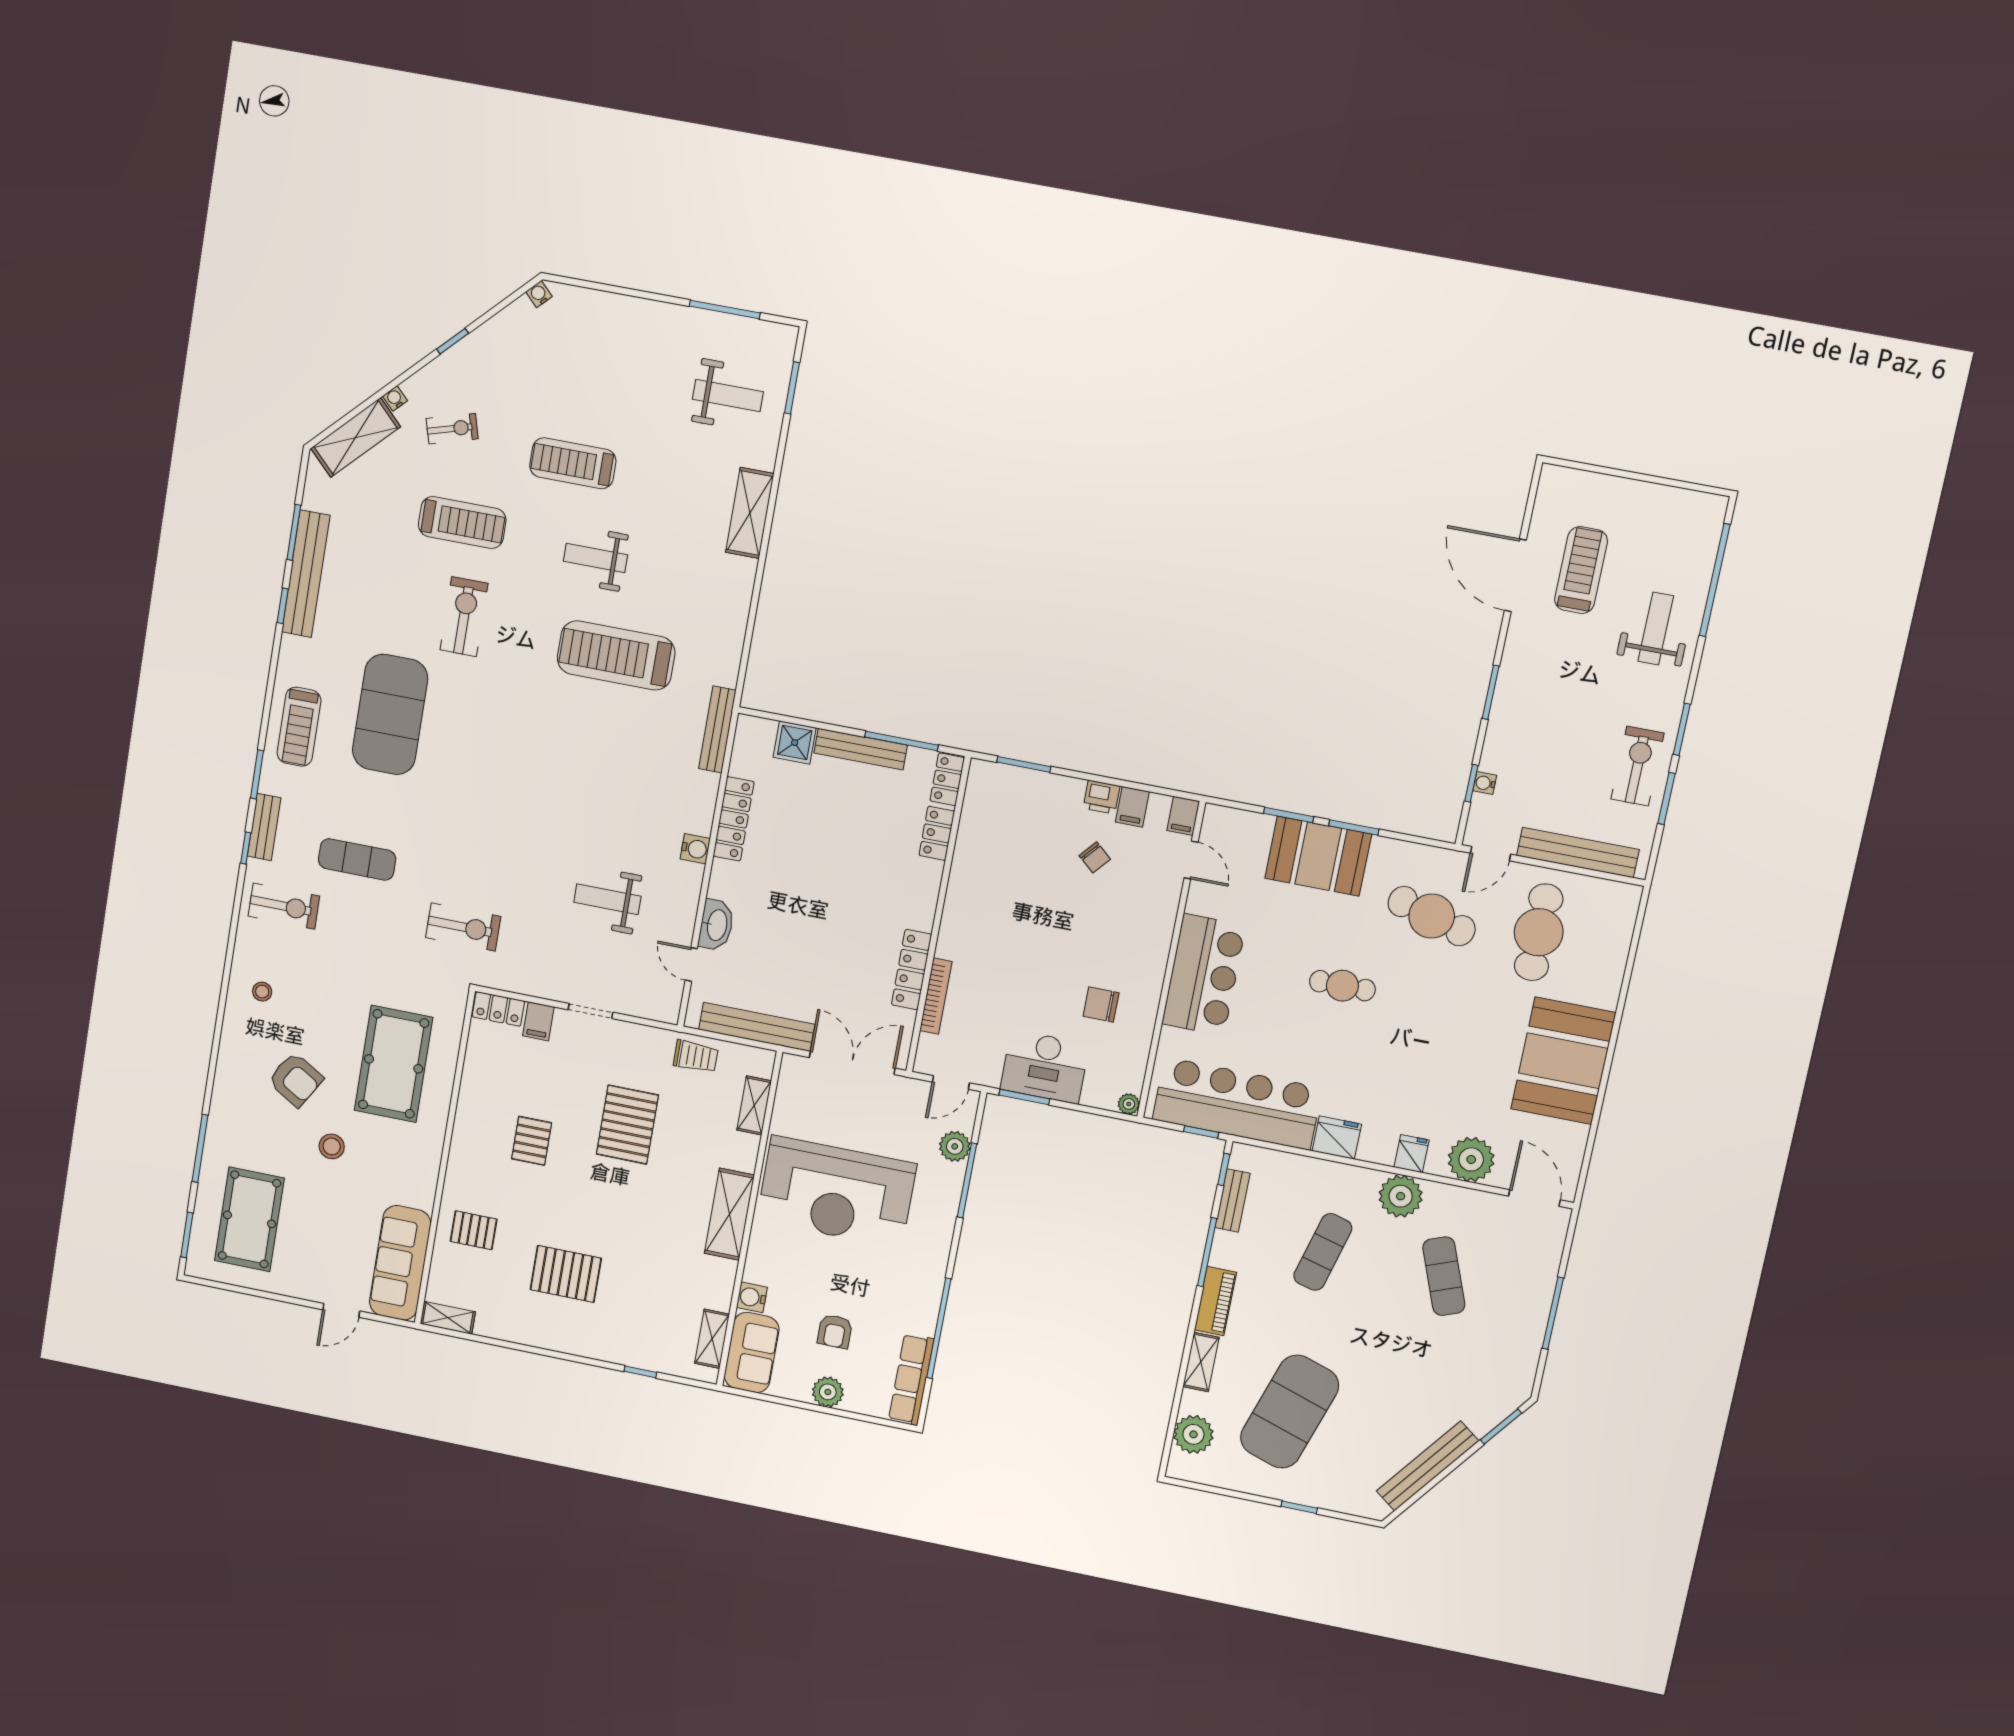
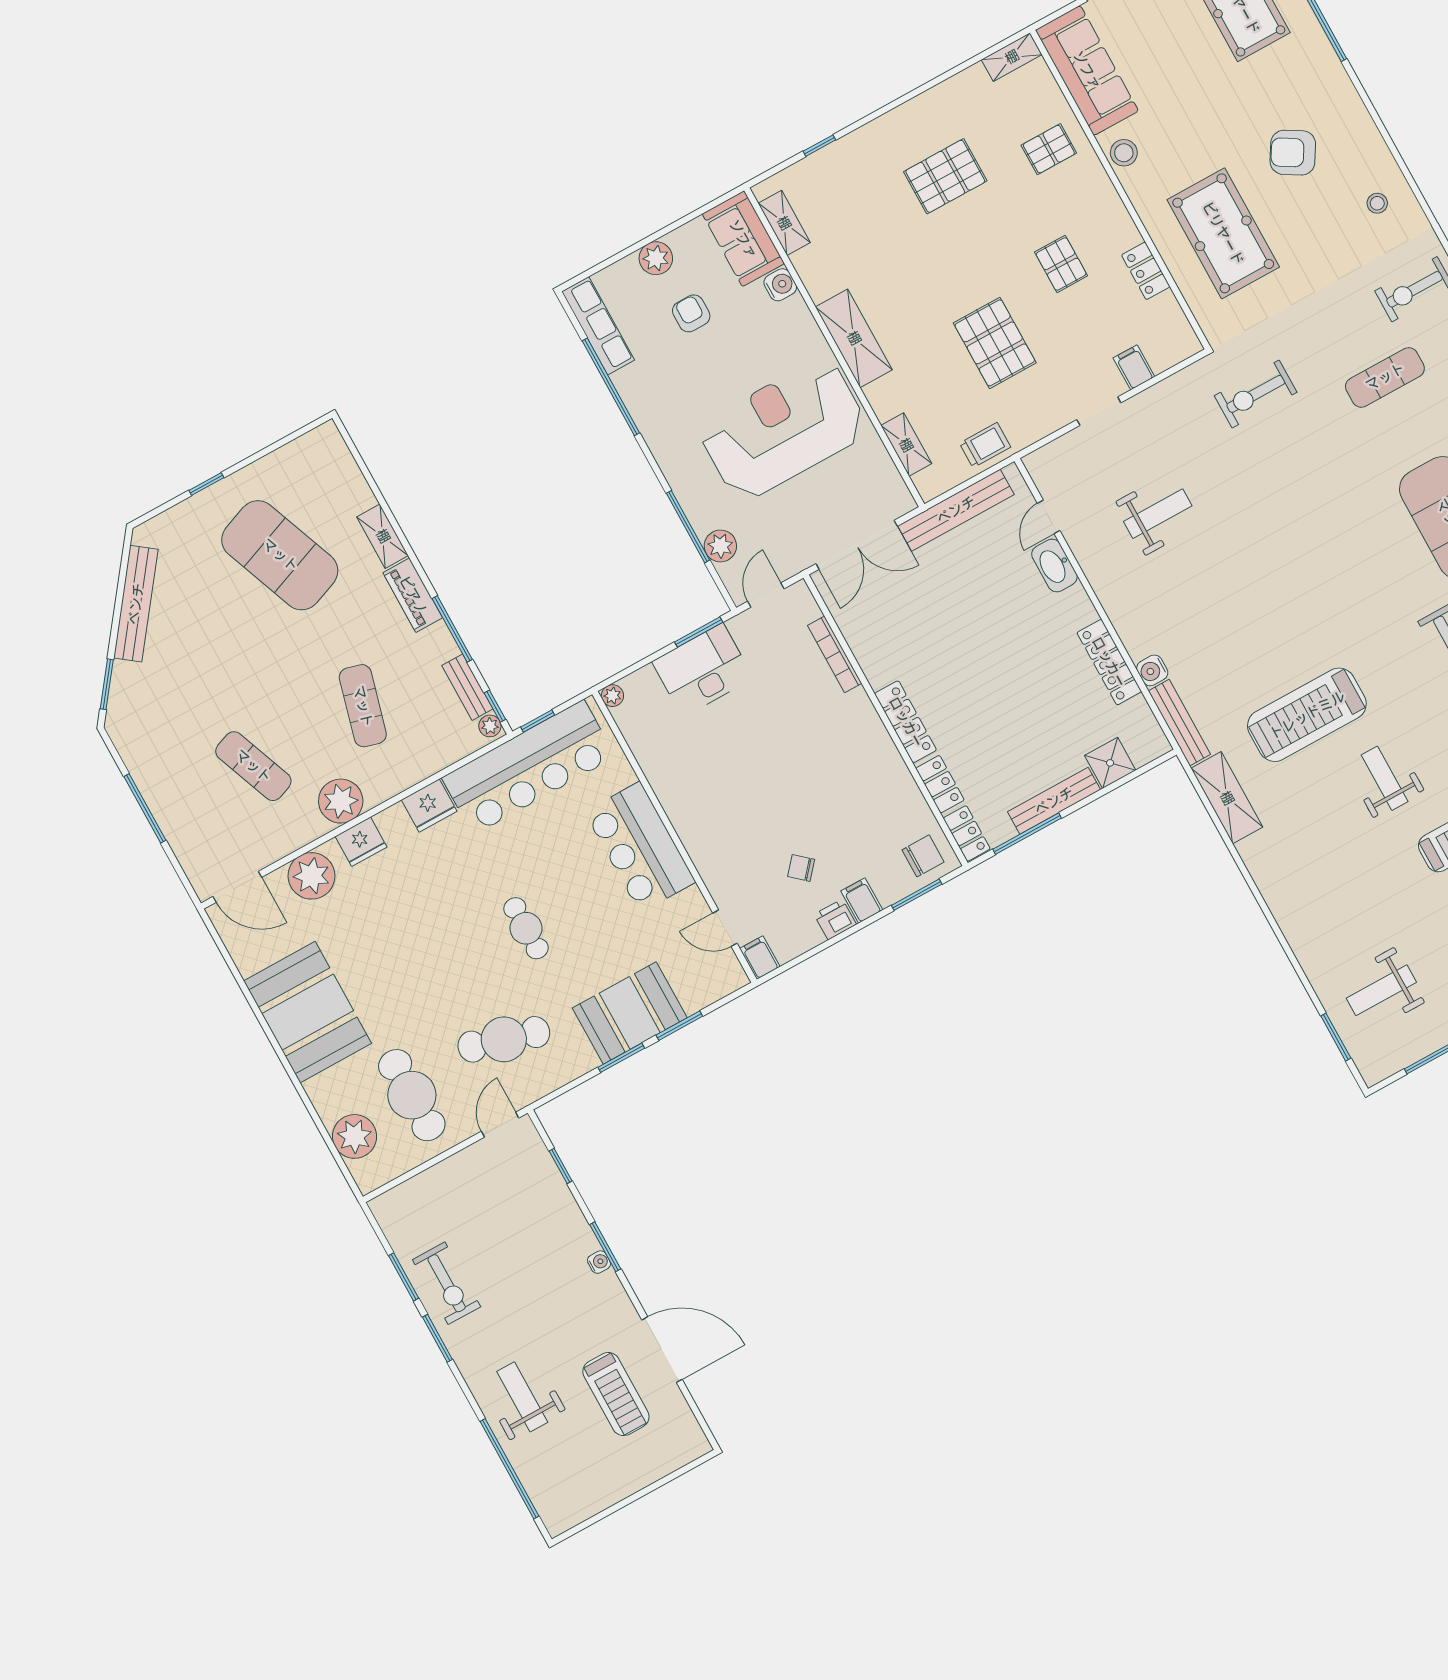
shelving: (750, 513) -> (1227, 798), moved
weight bench: (596, 558) -> (1385, 778), turned -90
weight bench: (1656, 629) -> (522, 1397), turned 180
treadmill: (616, 655) -> (1307, 715), turned 180
water cooler: (1485, 783) -> (599, 1262), moved
filing cabinet: (1132, 807) -> (862, 900), moved
water cooler: (695, 849) -> (1152, 670), moved
bench: (1578, 852) -> (435, 1181), removed
plant: (1610, 937) -> (354, 1136), added
door: (691, 964) -> (1049, 517), swing flipped
locker: (912, 970) -> (906, 722), moved
cafe table: (1342, 986) -> (526, 928), turned 90
chair: (1101, 1005) -> (923, 856), moved
locker: (498, 1009) -> (1146, 271), moved, turned -90
trolley: (696, 1056) -> (985, 445), turned 180
stool: (332, 1146) -> (1124, 153), moved
fridge: (1412, 1154) -> (361, 842), width x1.38
exercise mat: (1290, 1412) -> (280, 555), turned -39
plant: (1193, 1434) -> (490, 726), moved, width x0.53, depth x0.53

